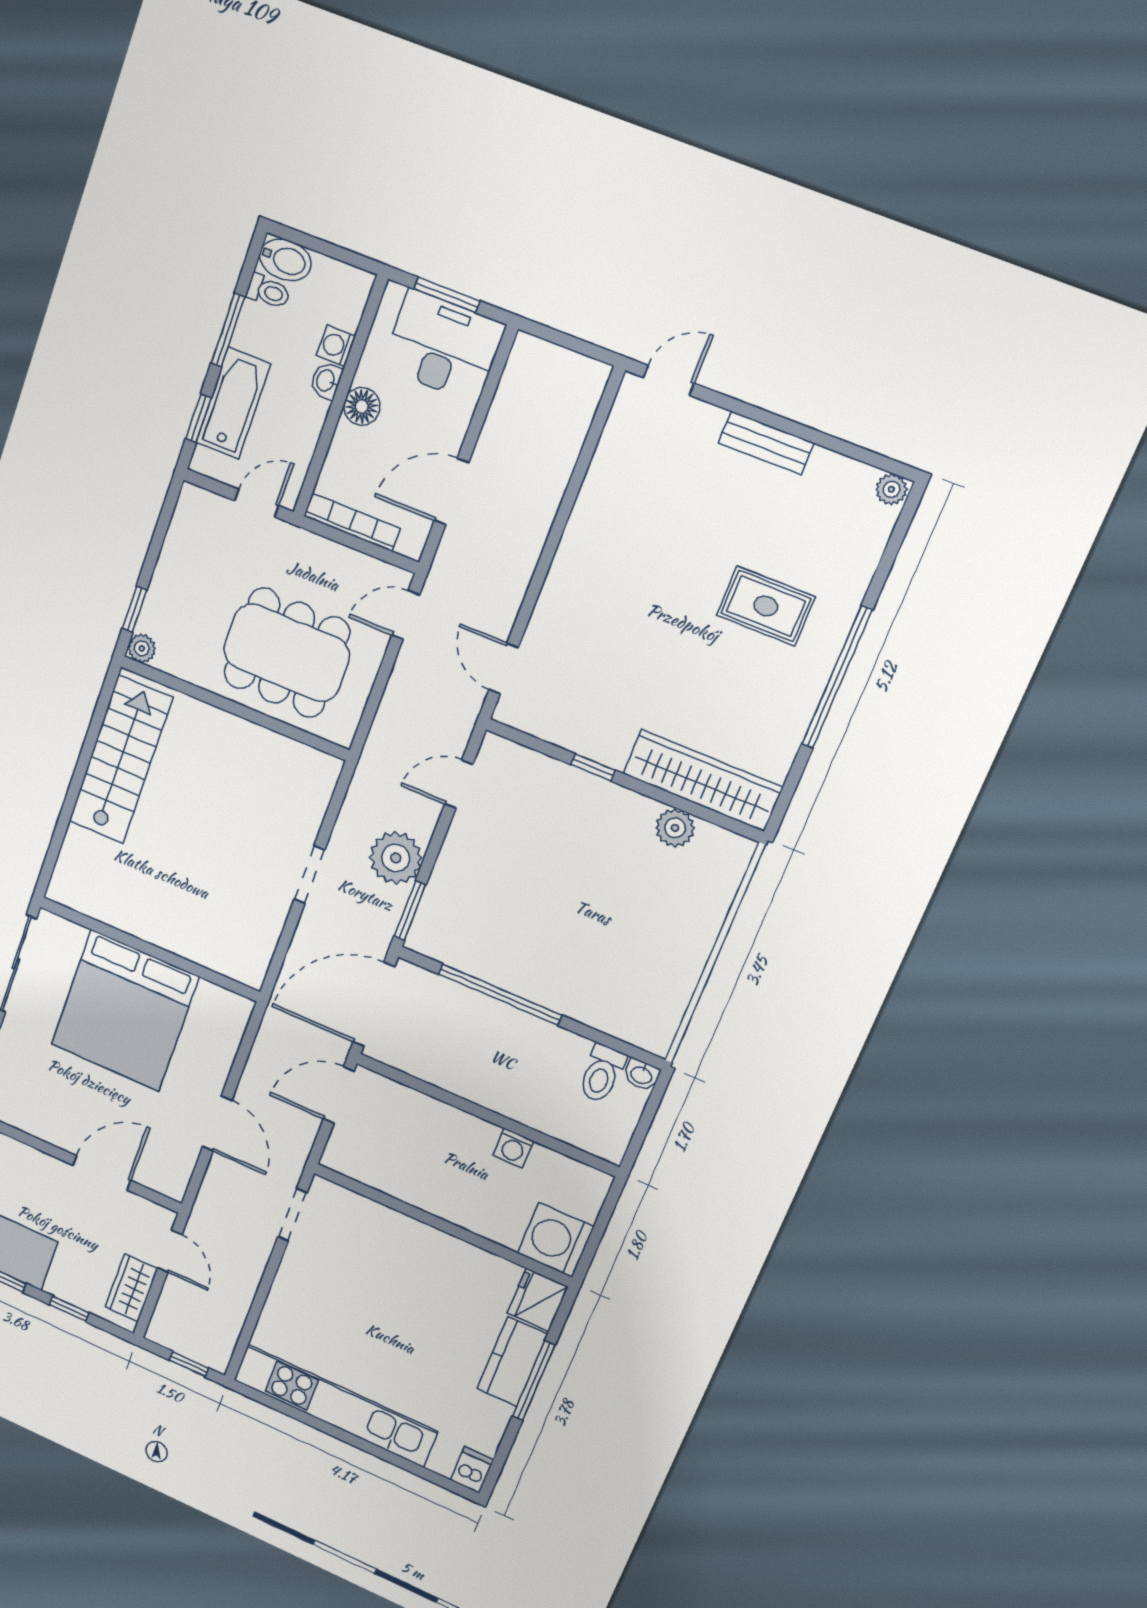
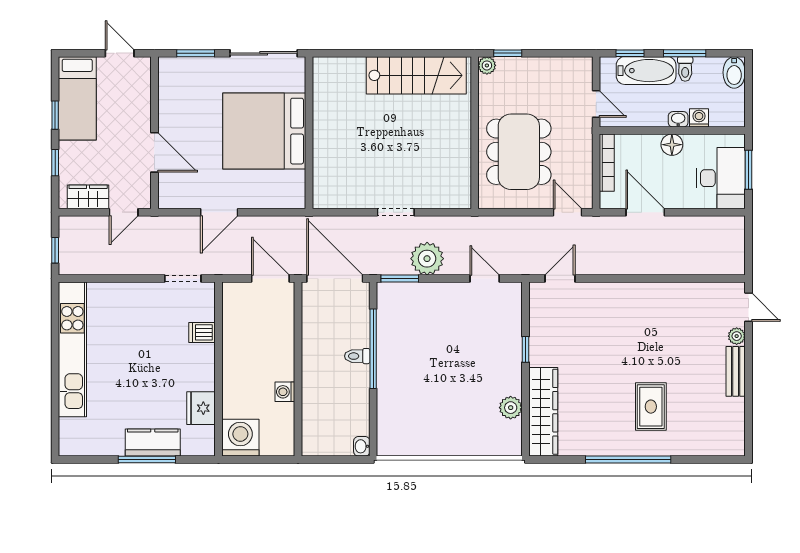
toilet: (268, 292) -> (685, 69), moved
plant: (891, 489) -> (737, 336), moved
toilet: (602, 1074) -> (357, 356), moved, width x0.73, depth x0.72
fridge: (538, 1300) -> (201, 408), moved, turned -90
dishwasher: (472, 1470) -> (202, 332), moved, turned 180

